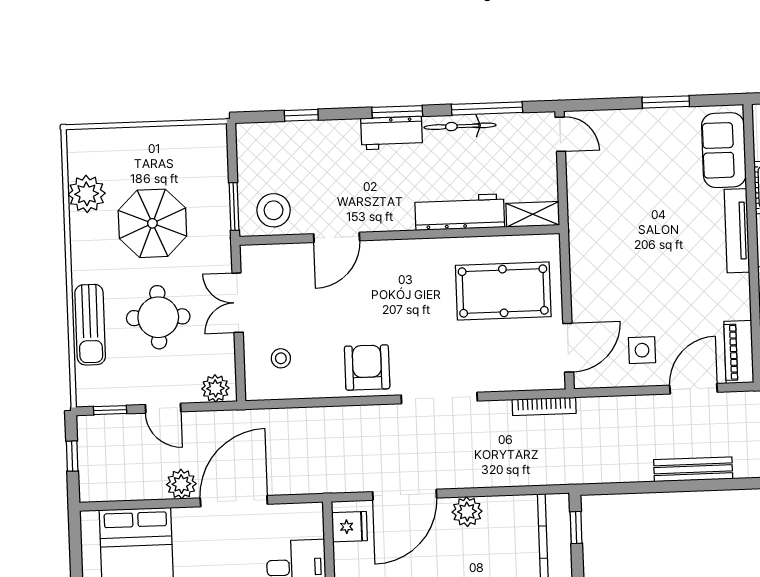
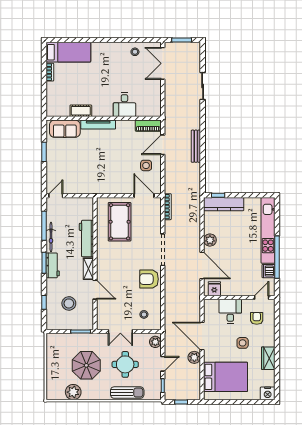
stool: (274, 210) -> (69, 303), moved
shelving: (533, 214) -> (88, 269), moved
door: (693, 389) -> (163, 145), hinge flipped

